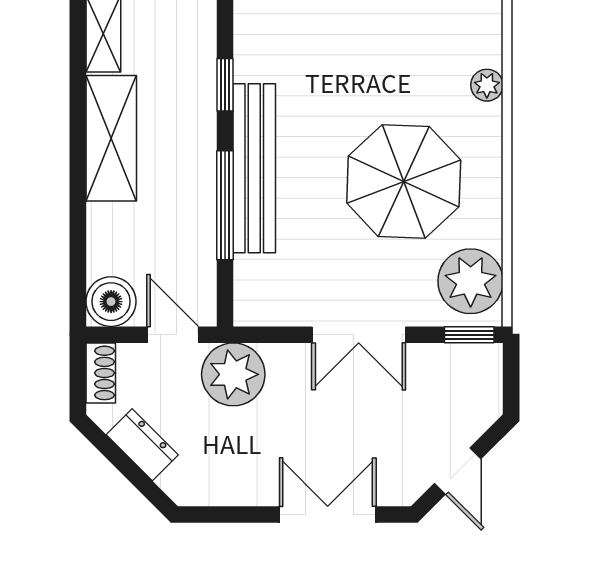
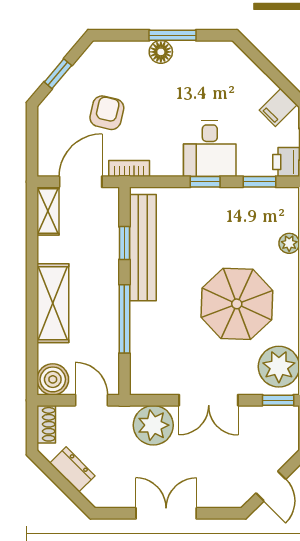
shelving: (111, 138) -> (53, 303), moved
bench: (254, 168) -> (143, 248), moved
plant: (233, 374) -> (153, 425), moved
double door: (328, 515) -> (166, 513), moved

